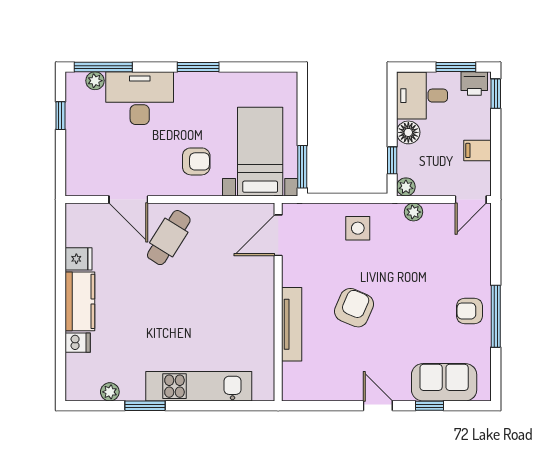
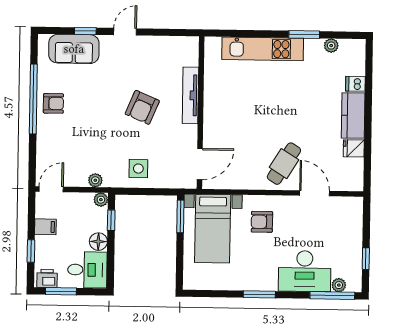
window: (496, 94) -> (31, 251), moved
window: (496, 316) -> (33, 99), width x1.46
door: (378, 406) -> (125, 32), swing flipped

